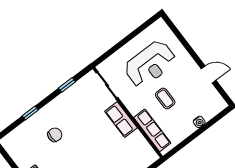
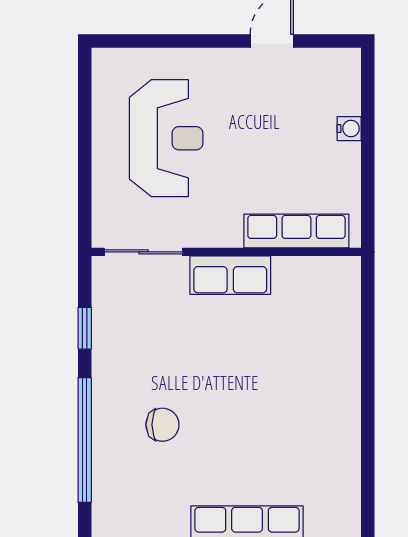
coffee table: (165, 99) -> (254, 160), removed
window: (30, 113) -> (85, 440), width x3.17
chair: (55, 135) -> (162, 425), turned 90

